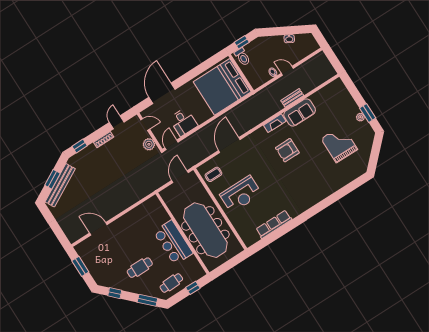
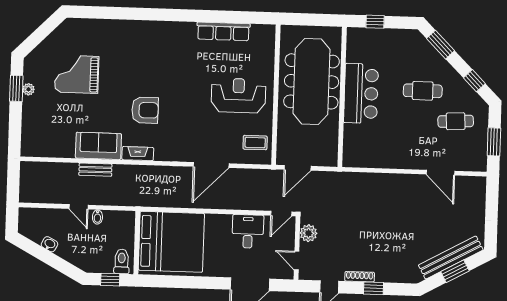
grand piano: (339, 144) -> (77, 74), turned 90
window: (80, 146) -> (373, 288), moved
cafe table: (171, 283) -> (456, 121), moved

